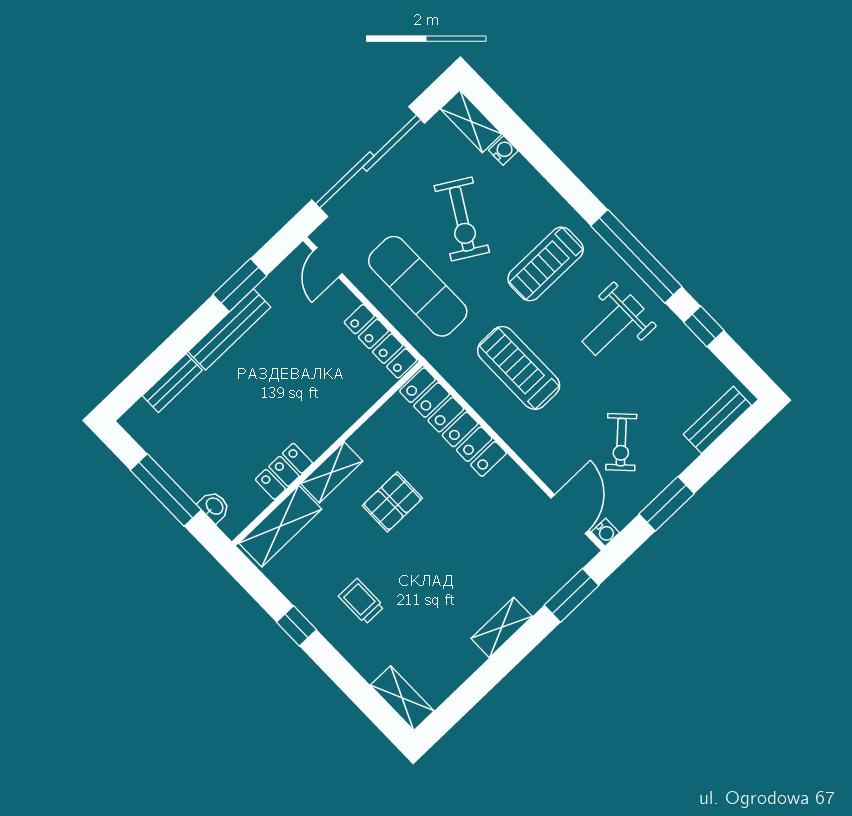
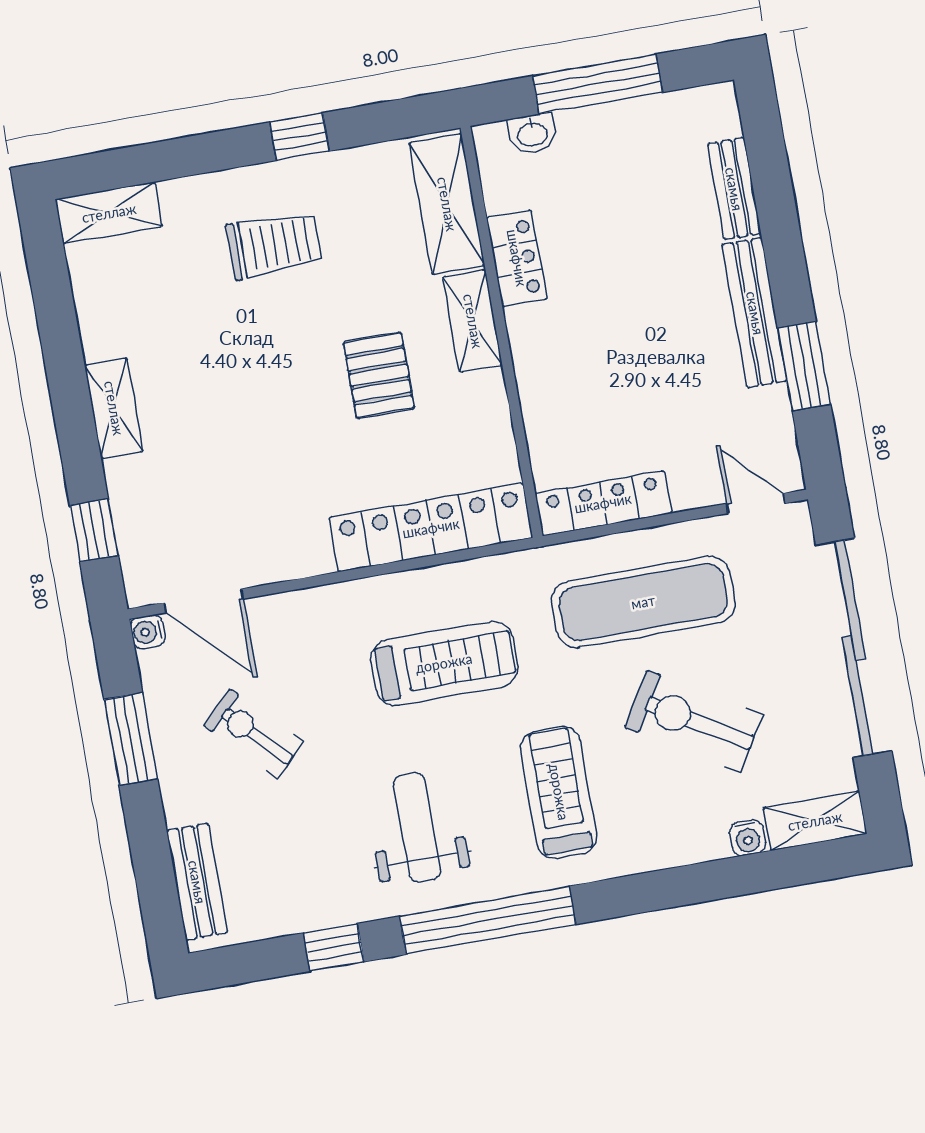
window: (571, 595) -> (94, 530), width x0.67
trolley: (361, 601) -> (274, 245), width x1.36, depth x1.39

